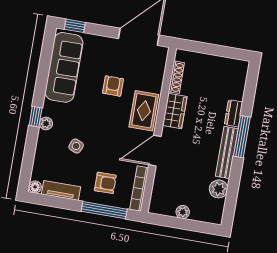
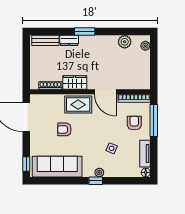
window: (242, 137) -> (85, 32), width x0.69
bench: (227, 152) -> (45, 40), moved, width x0.73
plant: (183, 212) -> (145, 46), moved

